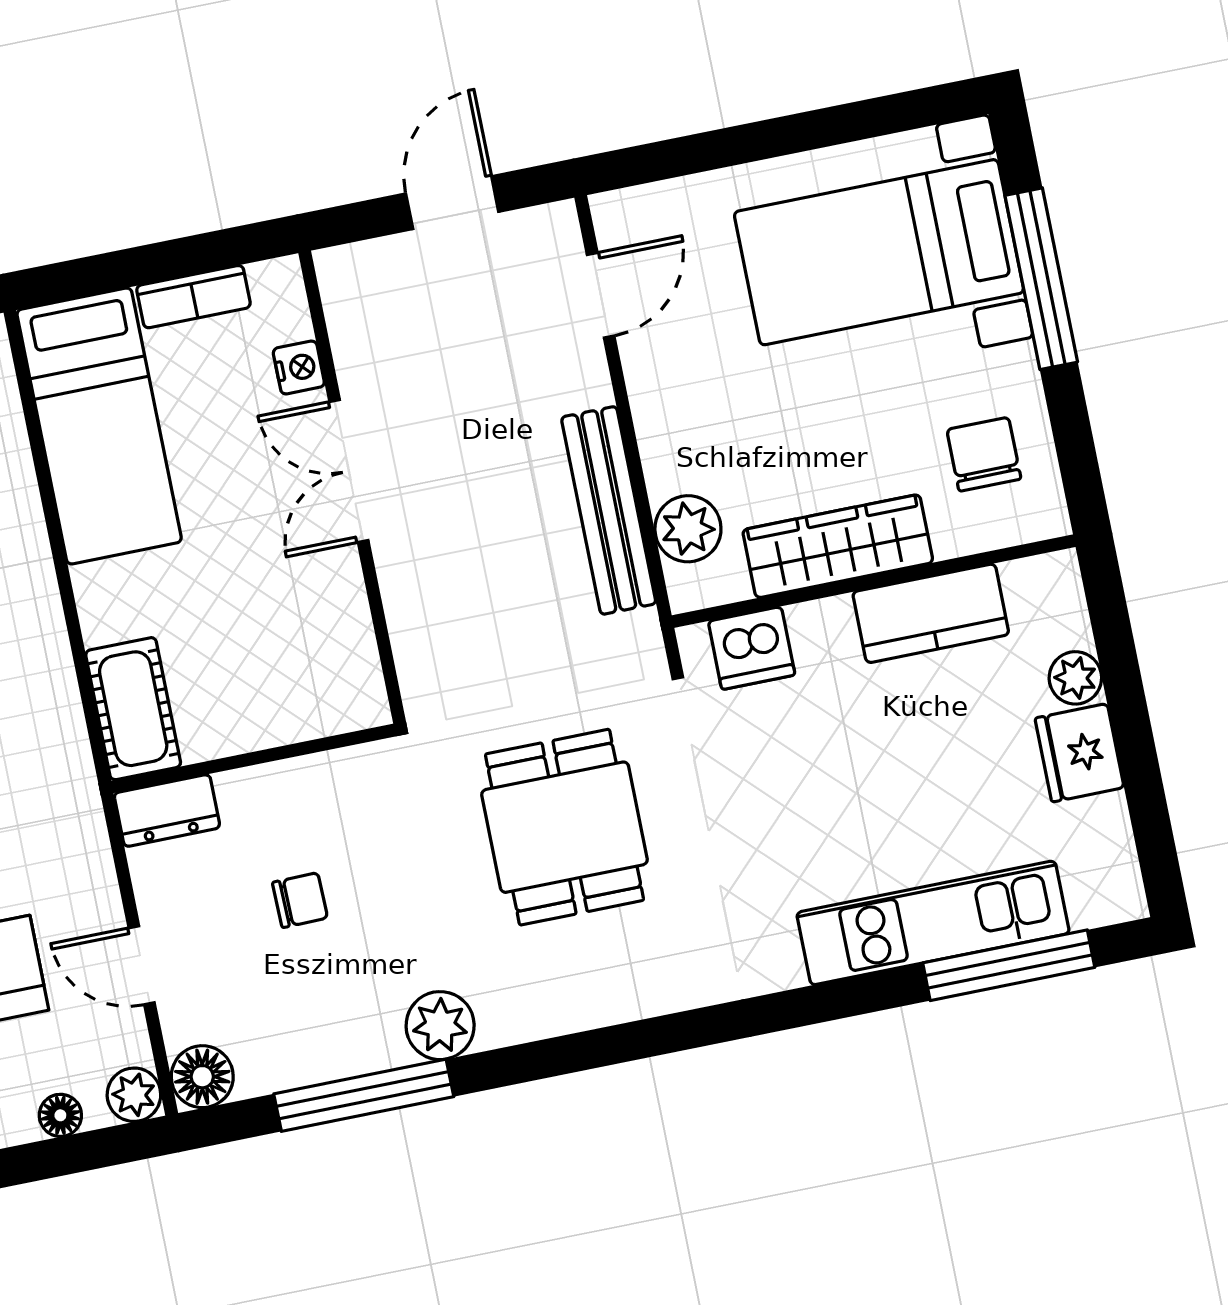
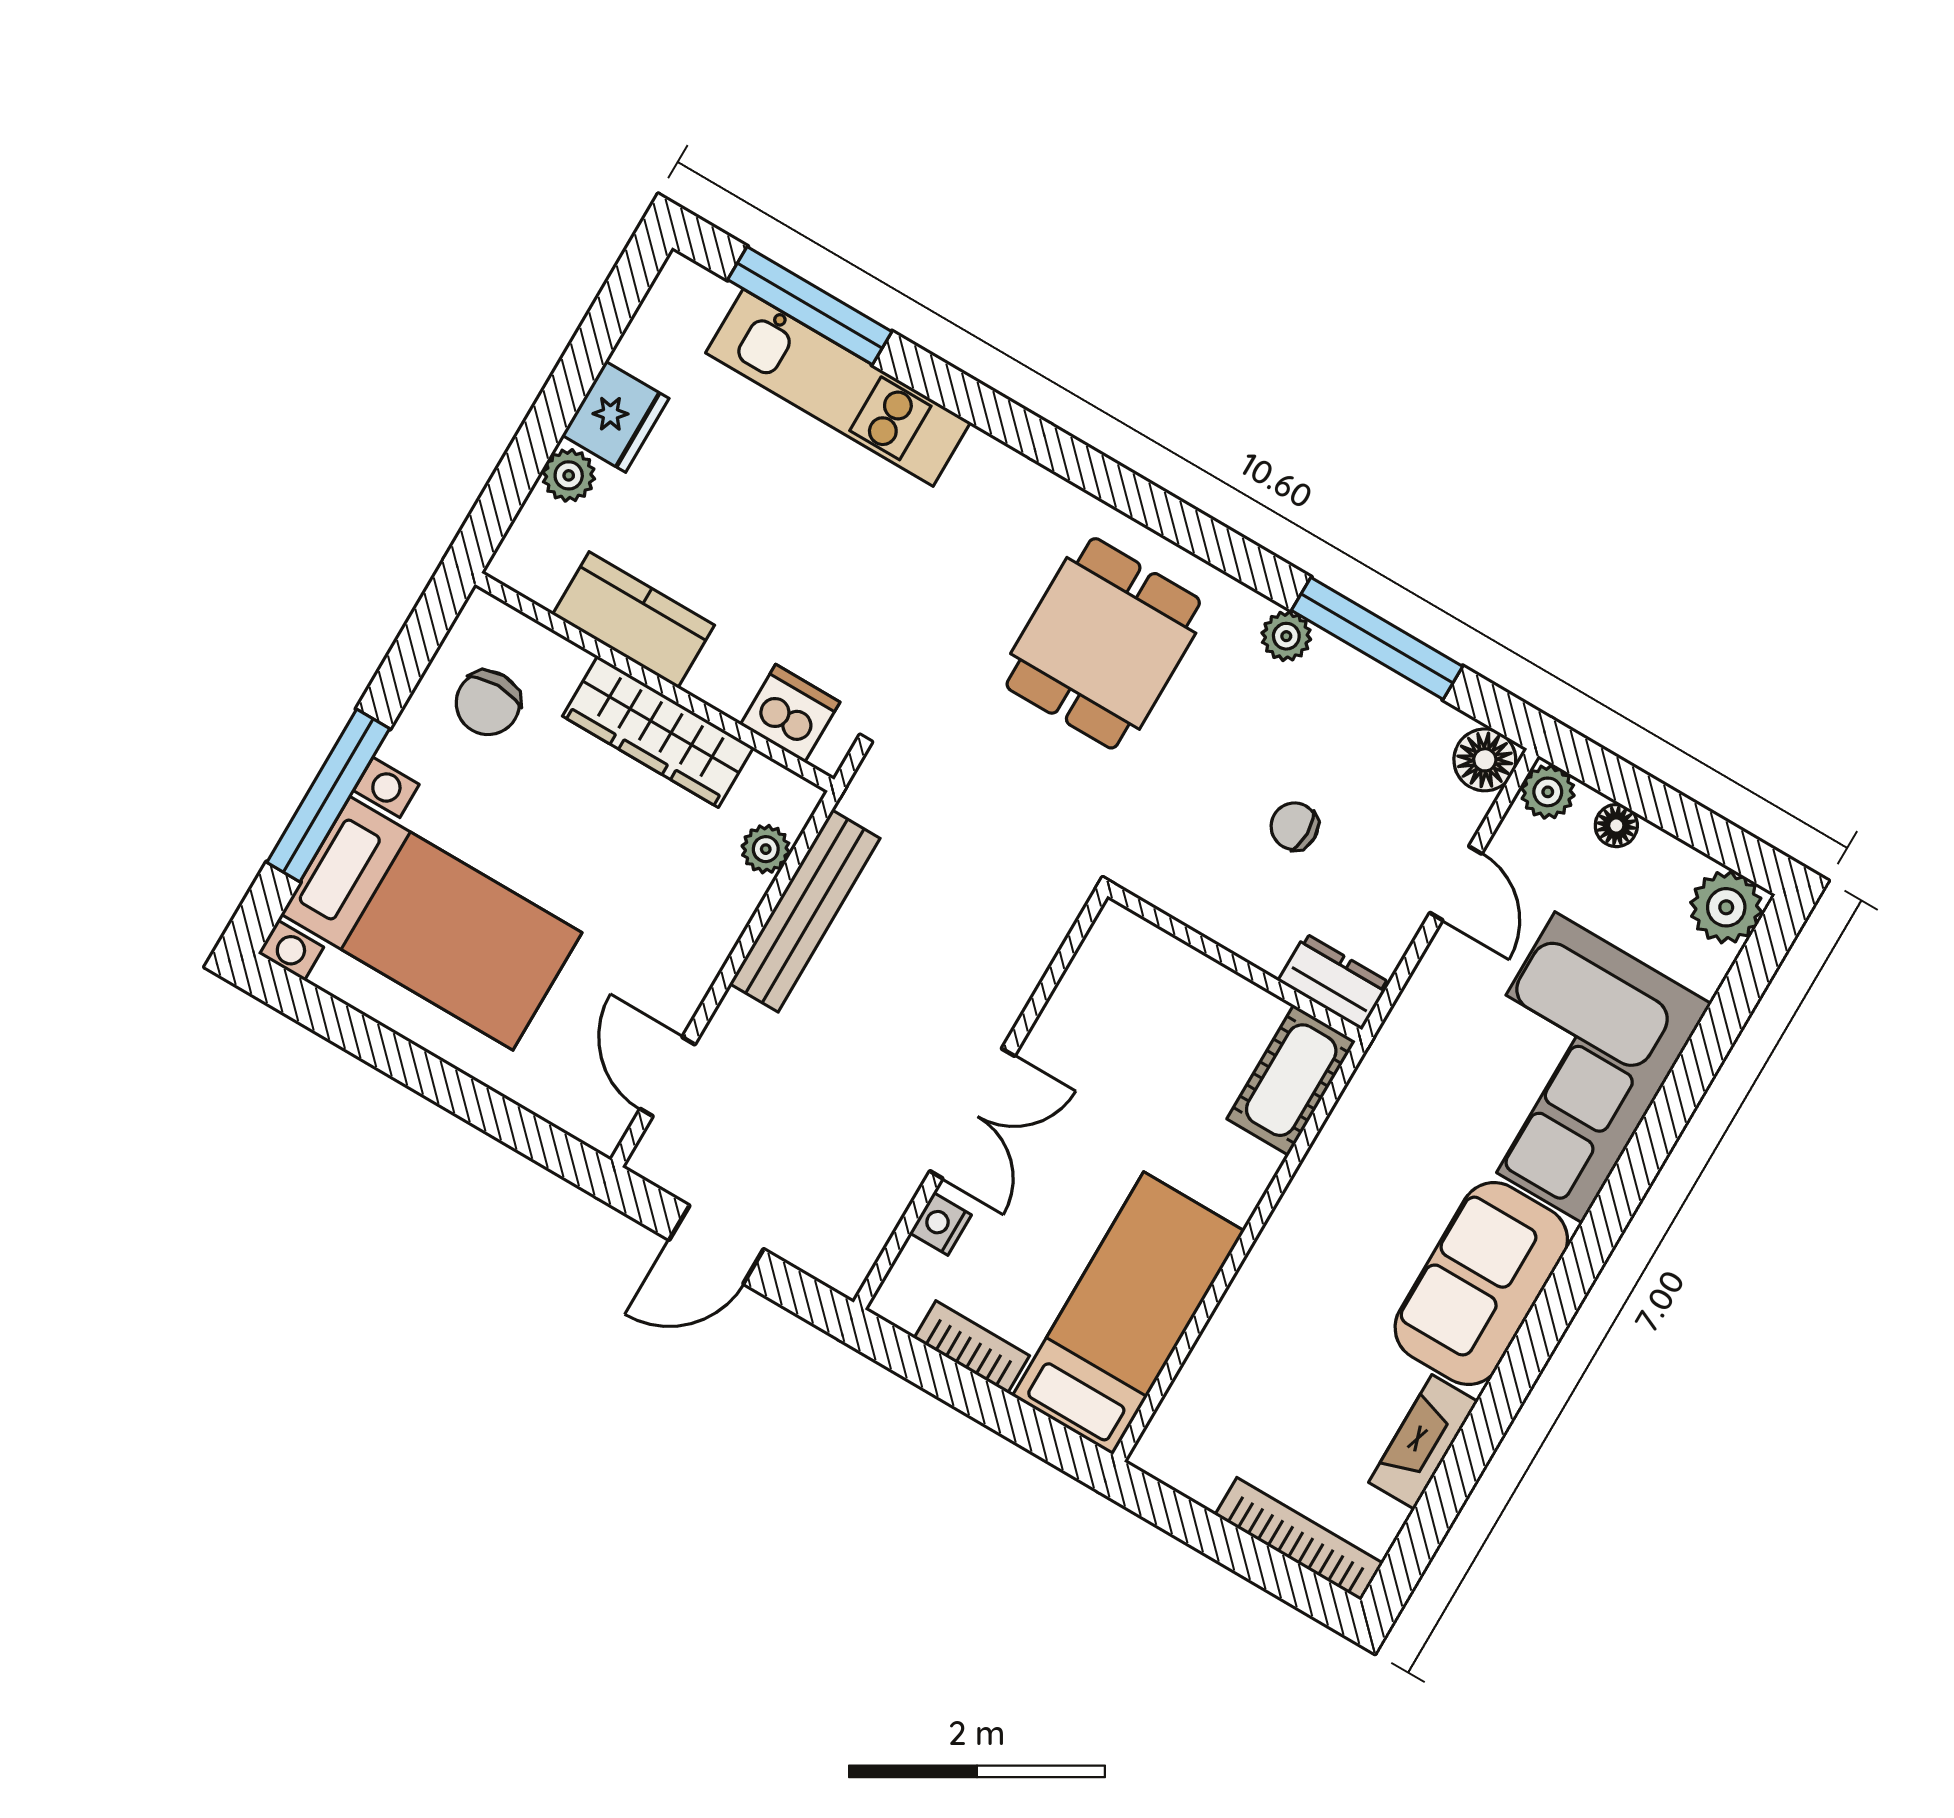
door: (601, 295) -> (668, 1077), hinge flipped
plant: (688, 529) -> (766, 849), width x0.73, depth x0.73
dining table: (565, 827) -> (1103, 643), moved
plant: (440, 1026) -> (1286, 636), width x0.73, depth x0.73

